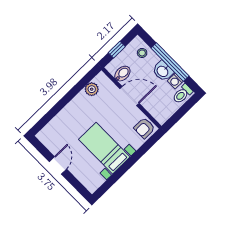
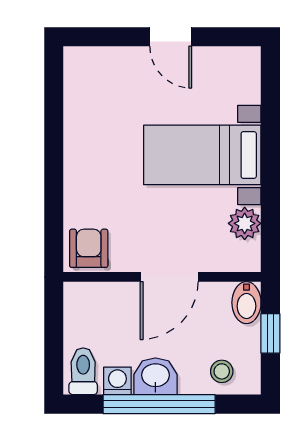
bidet: (122, 74) -> (246, 303), moved
bed with nightstands: (104, 148) -> (202, 155), moved, turned 180

